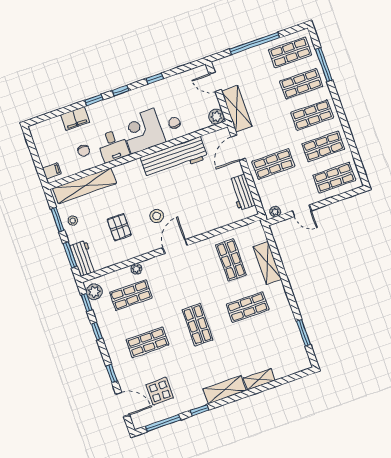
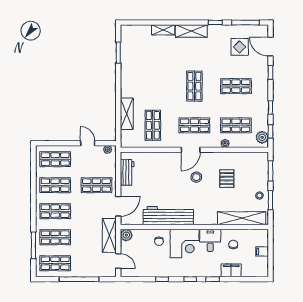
filing cabinet: (52, 171) -> (262, 251), moved
workbench: (83, 258) -> (262, 165), removed
shop shelf: (248, 307) -> (194, 125), moved

